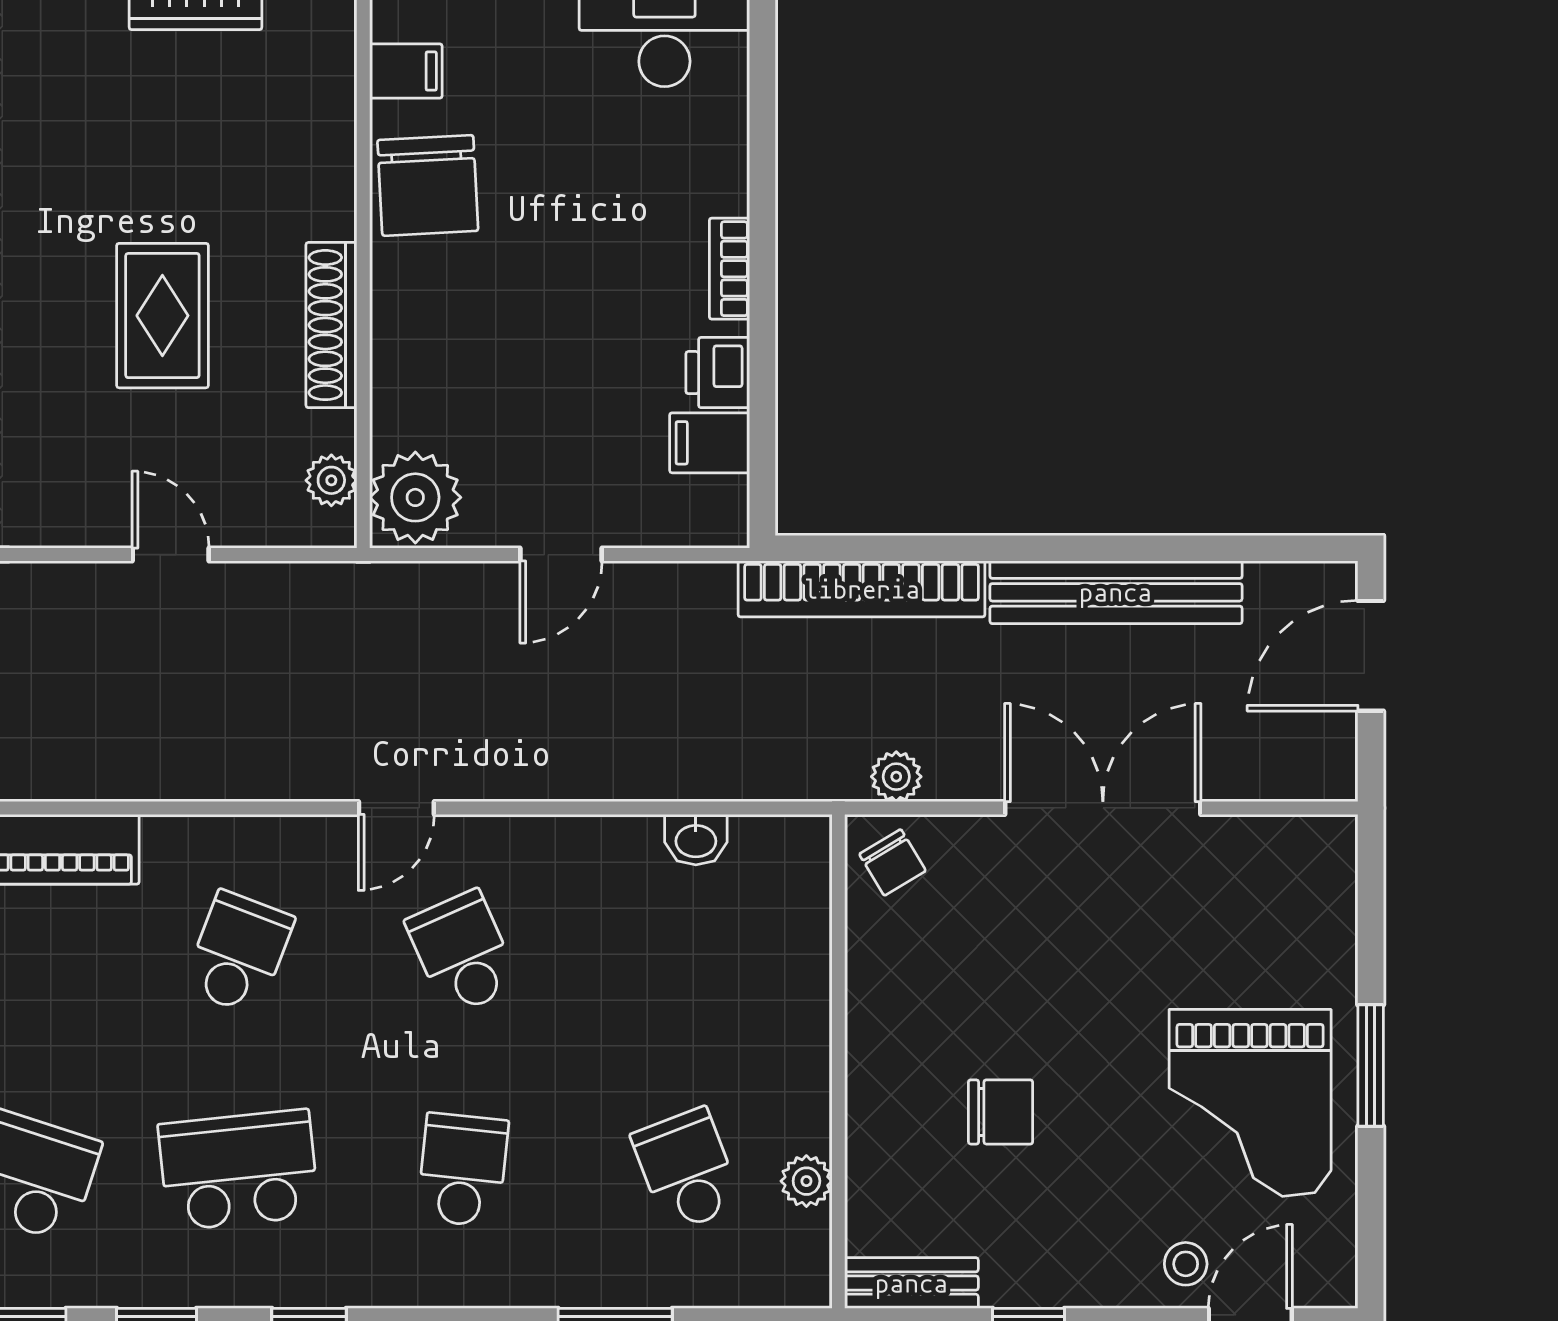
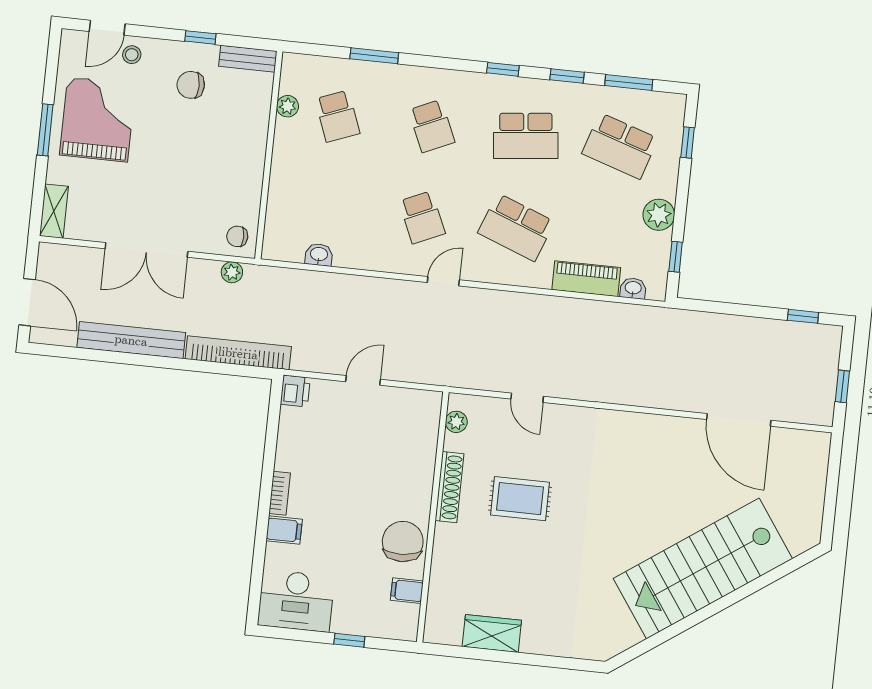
rug: (162, 316) -> (520, 499), turned 90
printer: (718, 373) -> (295, 391), moved
filing cabinet: (710, 443) -> (284, 530), moved
plant: (415, 497) -> (422, 411), removed
door: (1371, 656) -> (27, 302), hinge flipped
chair: (893, 862) -> (237, 236), turned -59
shelving: (1330, 877) -> (54, 211), added
school desk: (239, 953) -> (516, 227), width x1.85
chair: (1001, 1112) -> (191, 85), moved
school desk: (463, 1170) -> (432, 126), turned -30

